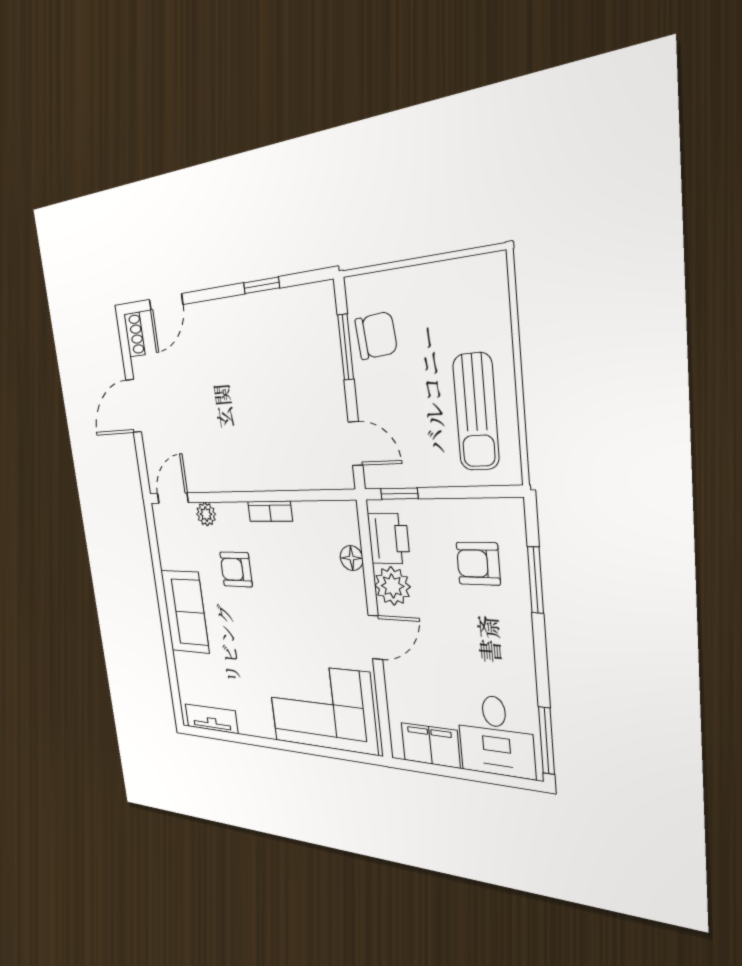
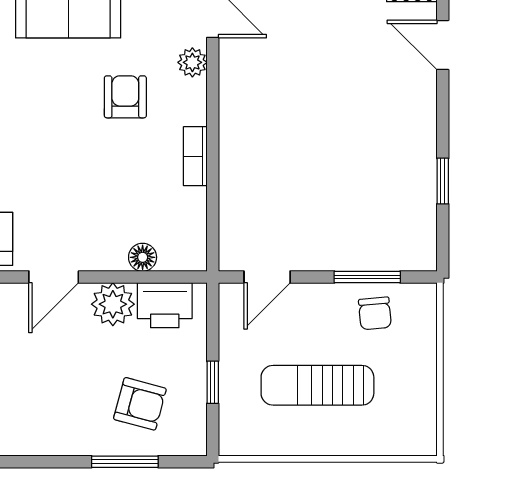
chair: (376, 336) -> (375, 313), width x0.73, depth x0.73
sun lounger: (476, 412) -> (317, 385), moved
window: (399, 494) -> (213, 382), moved
armchair: (478, 564) -> (140, 404), turned 105
door: (375, 637) -> (54, 277), hinge flipped

